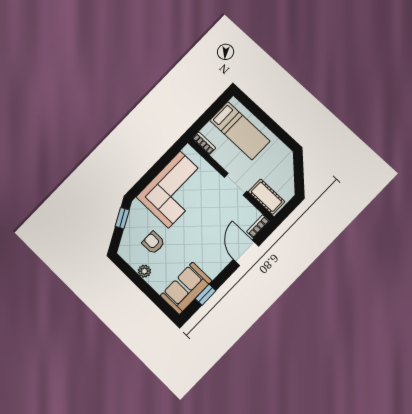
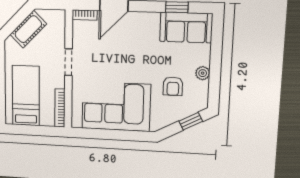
bookcase: (204, 143) -> (60, 108), width x1.56
cot: (267, 197) -> (28, 29), moved, turned 44
window: (122, 218) -> (191, 121), moved

